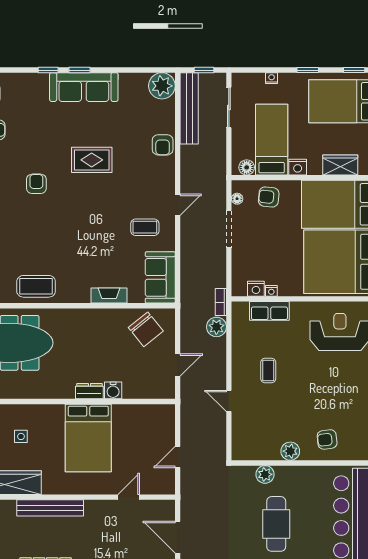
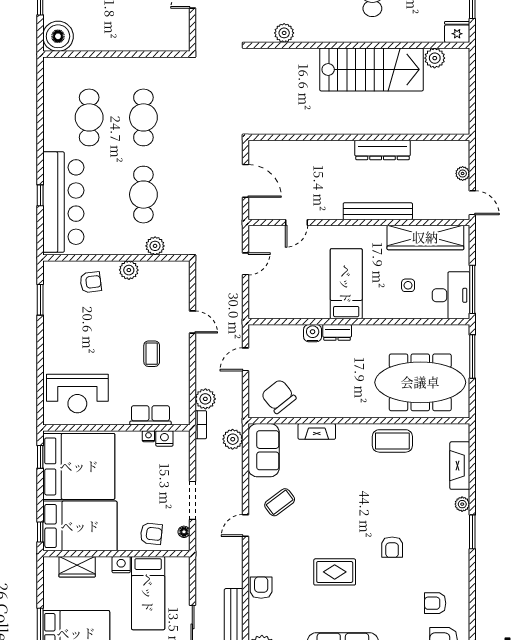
floor lamp: (247, 167) -> (174, 564), removed
coffee table: (145, 227) -> (280, 502), turned -37
plant: (190, 288) -> (233, 439), added
bed: (88, 438) -> (346, 284), width x0.67

